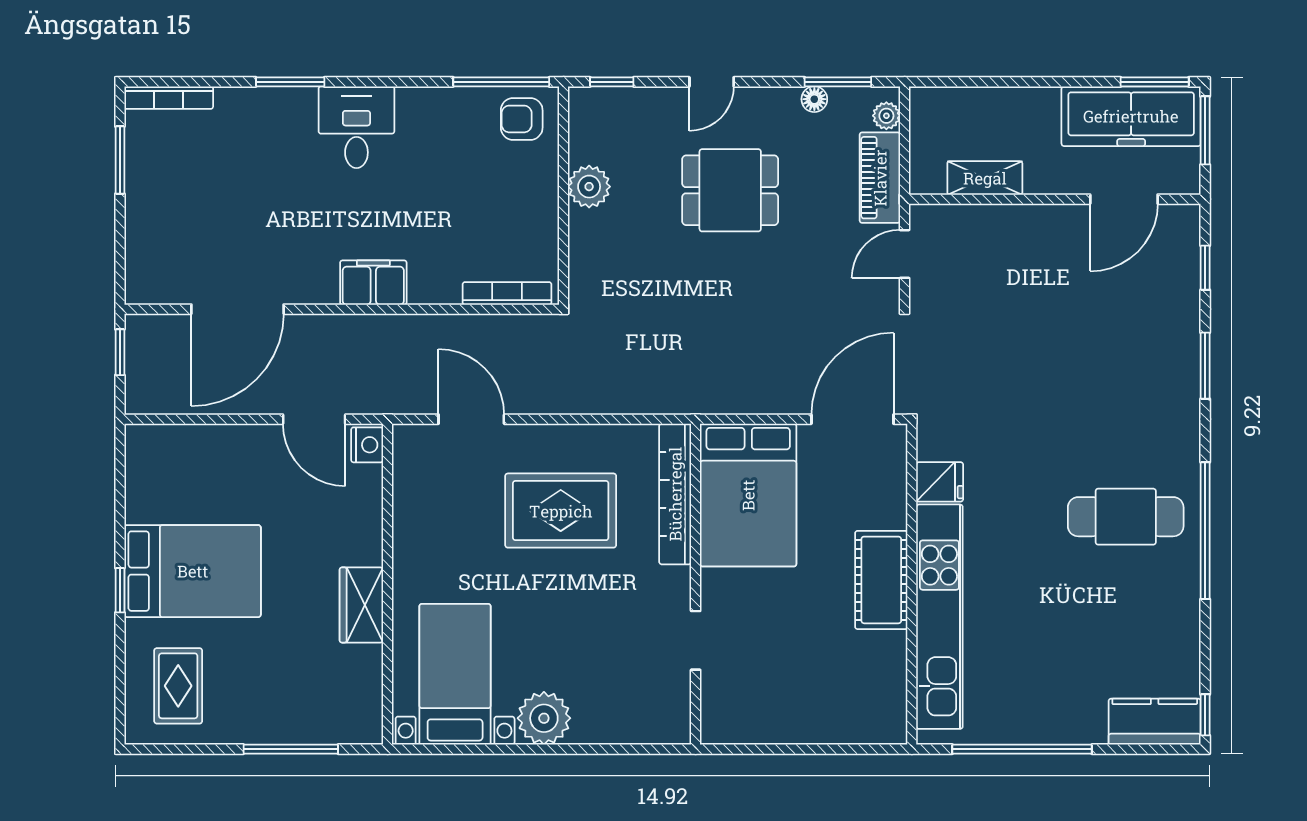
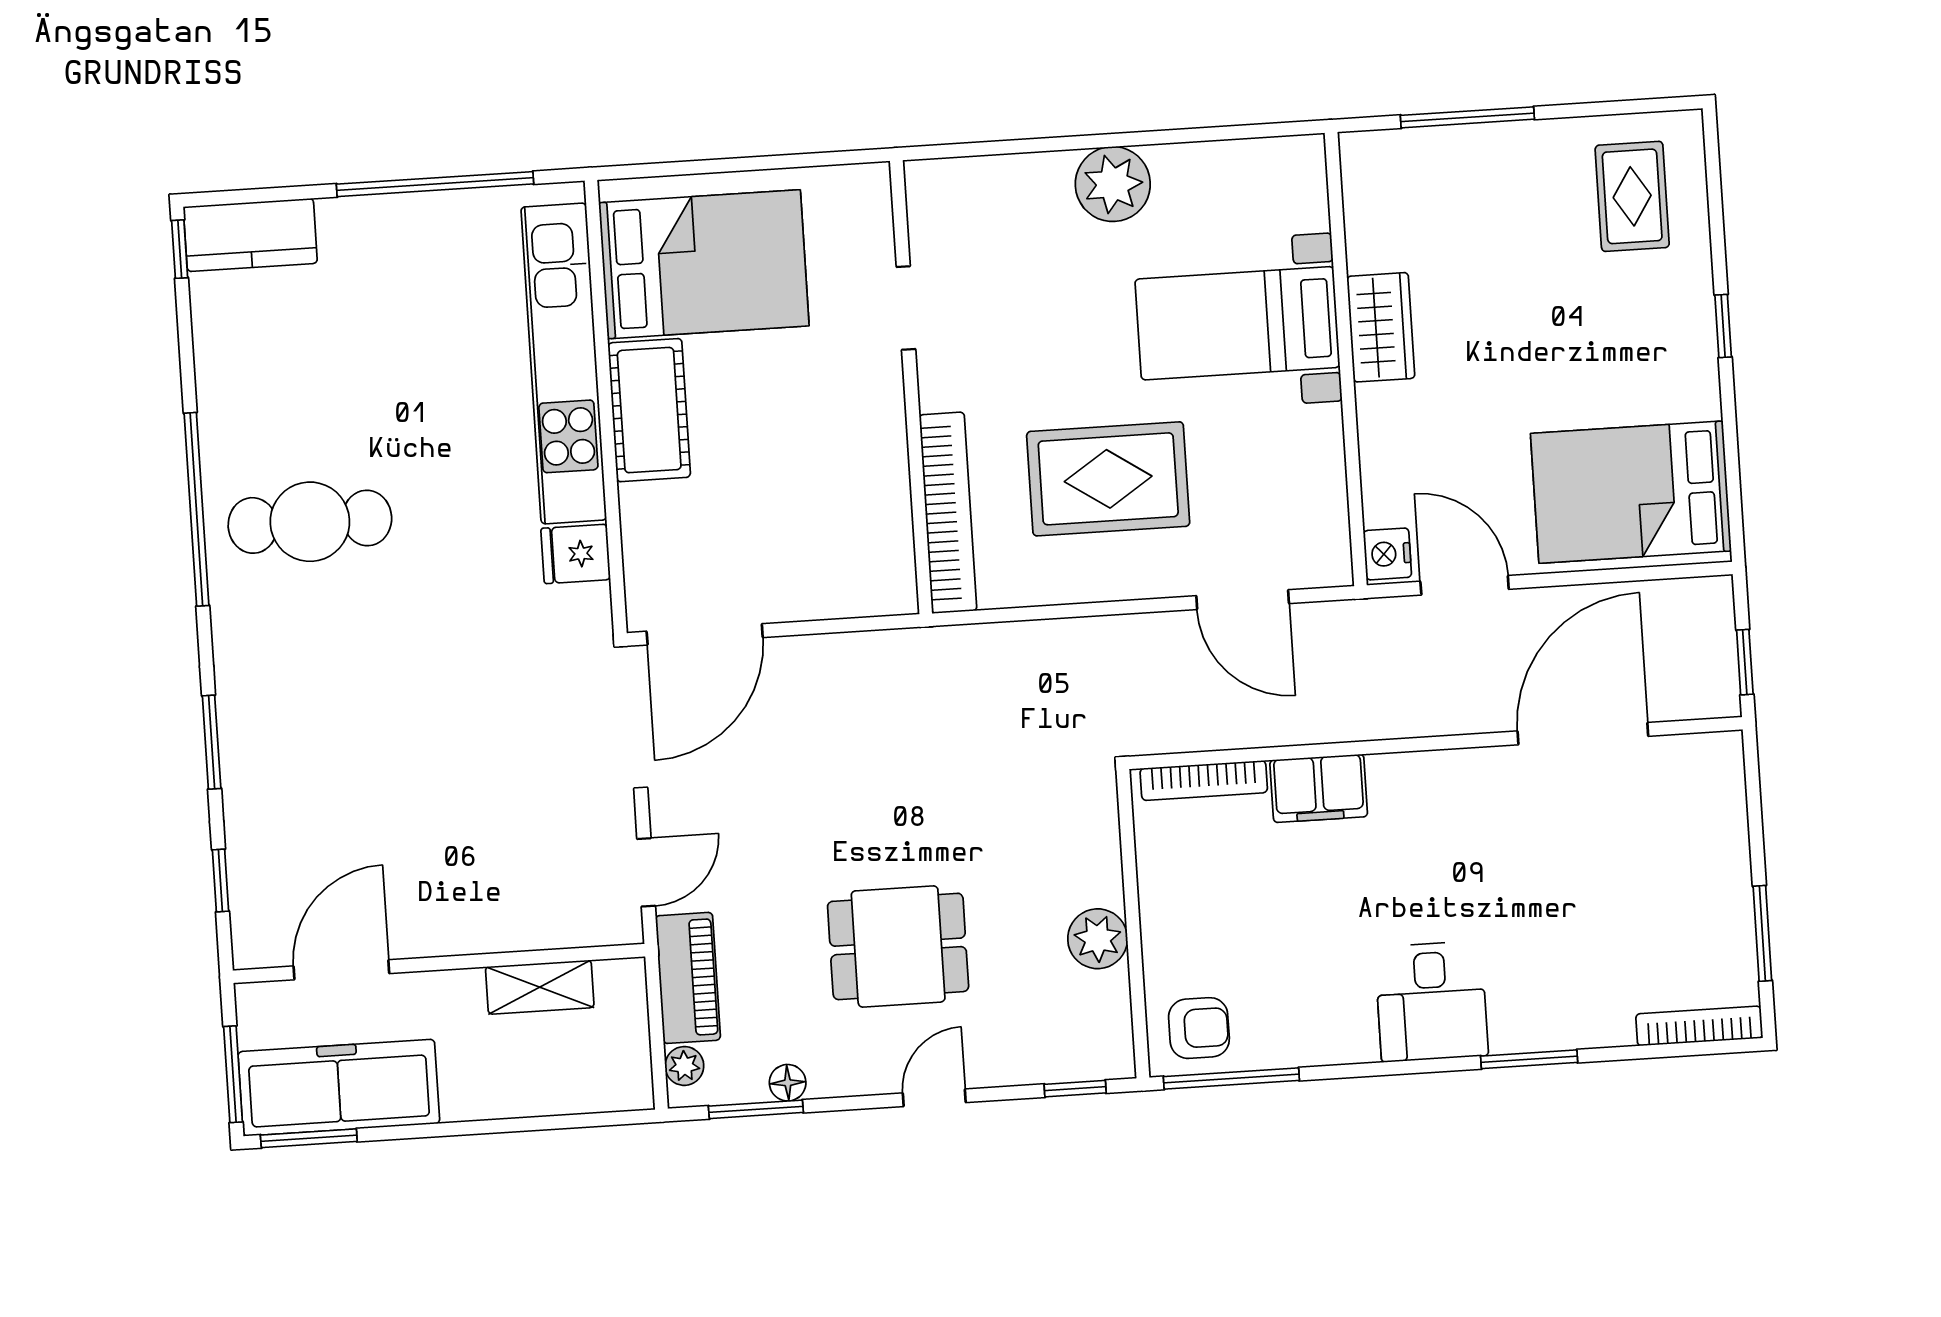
filing cabinet: (373, 283) -> (1319, 788), moved
bed: (748, 495) -> (704, 264), moved, turned 90
bed: (193, 571) -> (1631, 492), moved
bed with nightstands: (455, 674) -> (1237, 323), moved, turned 90

